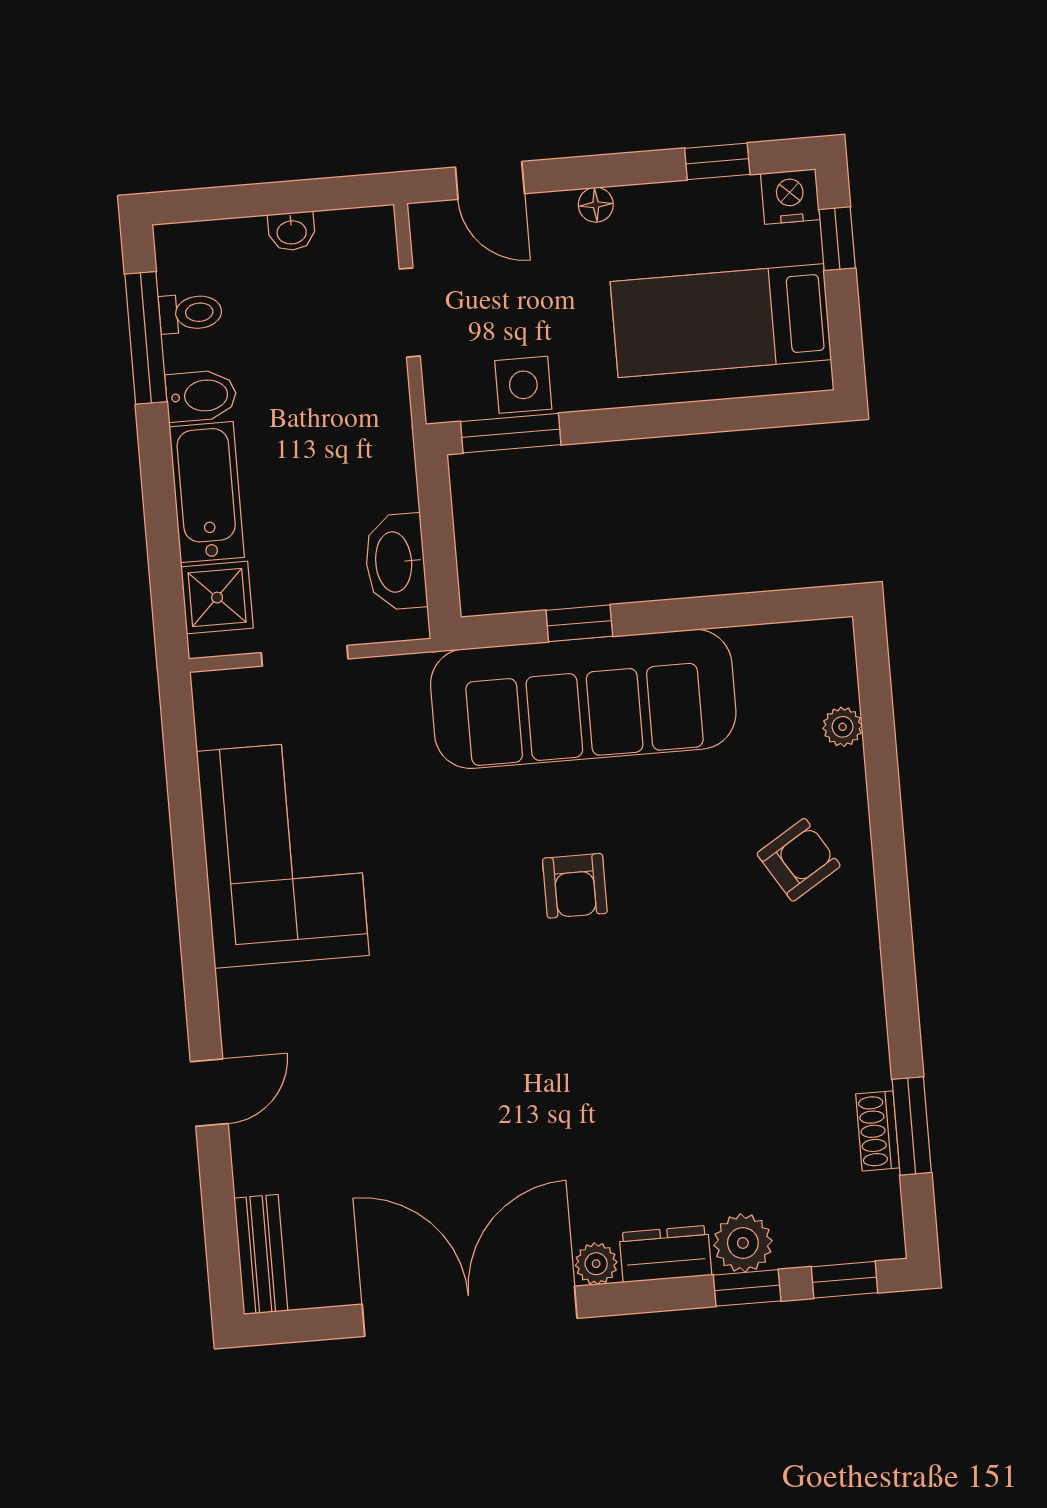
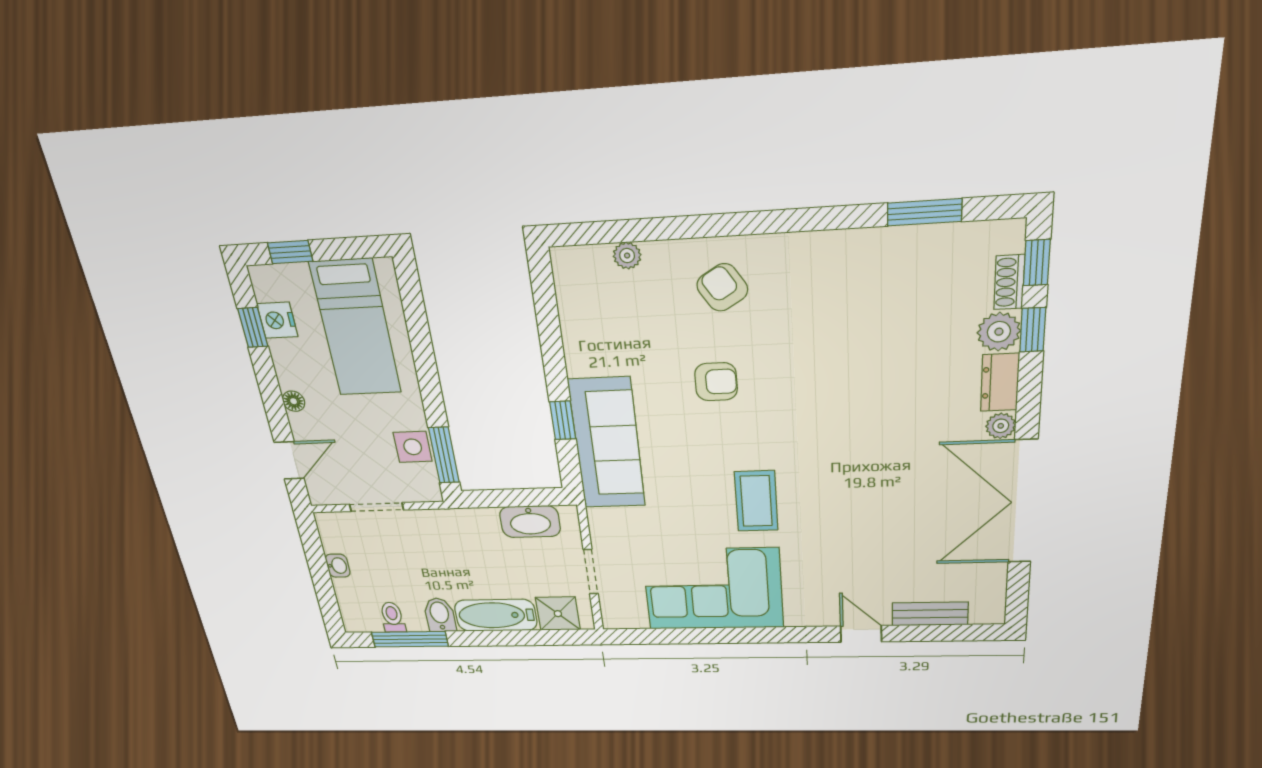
nightstand: (790, 197) -> (277, 320), moved
sofa: (583, 699) -> (607, 444), width x0.74, depth x0.79
armchair: (575, 886) -> (716, 382), moved
coffee table: (452, 917) -> (756, 501), added
shoe rack: (878, 1131) -> (1009, 282), moved, turned 90
bench: (261, 1254) -> (930, 614), moved

